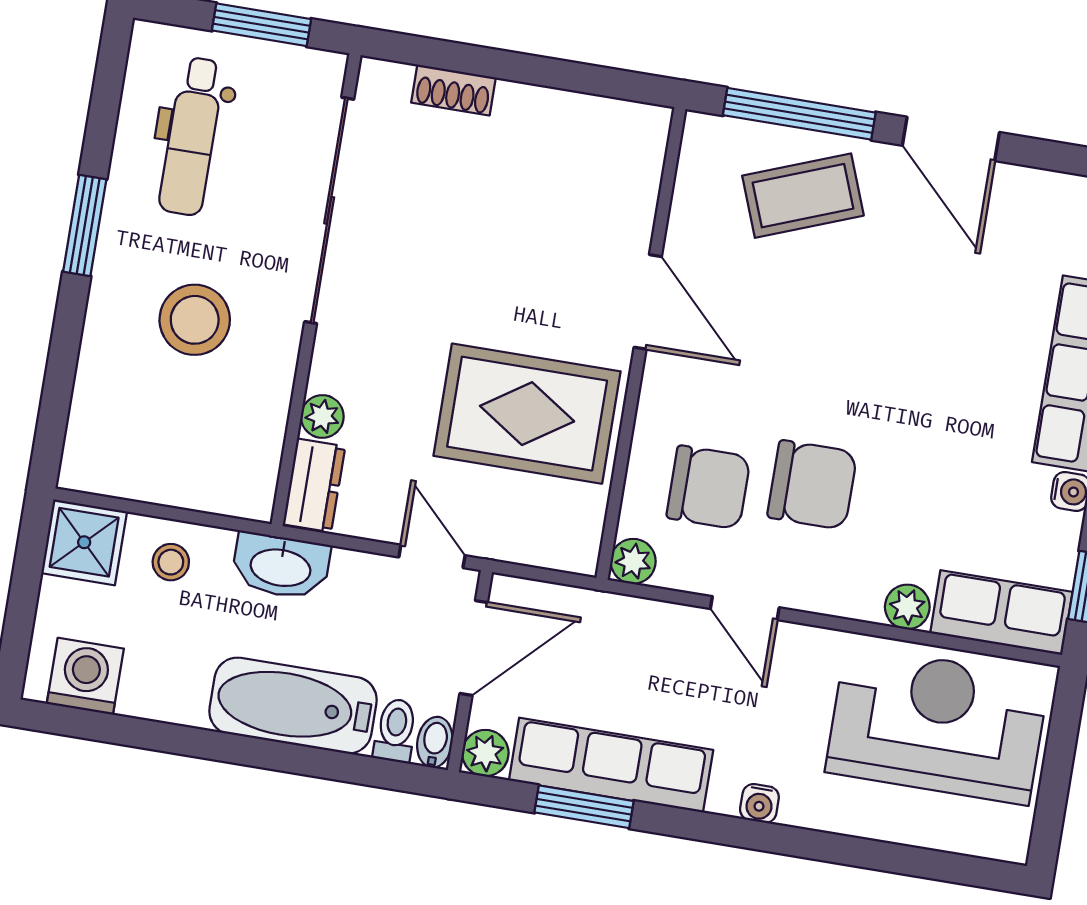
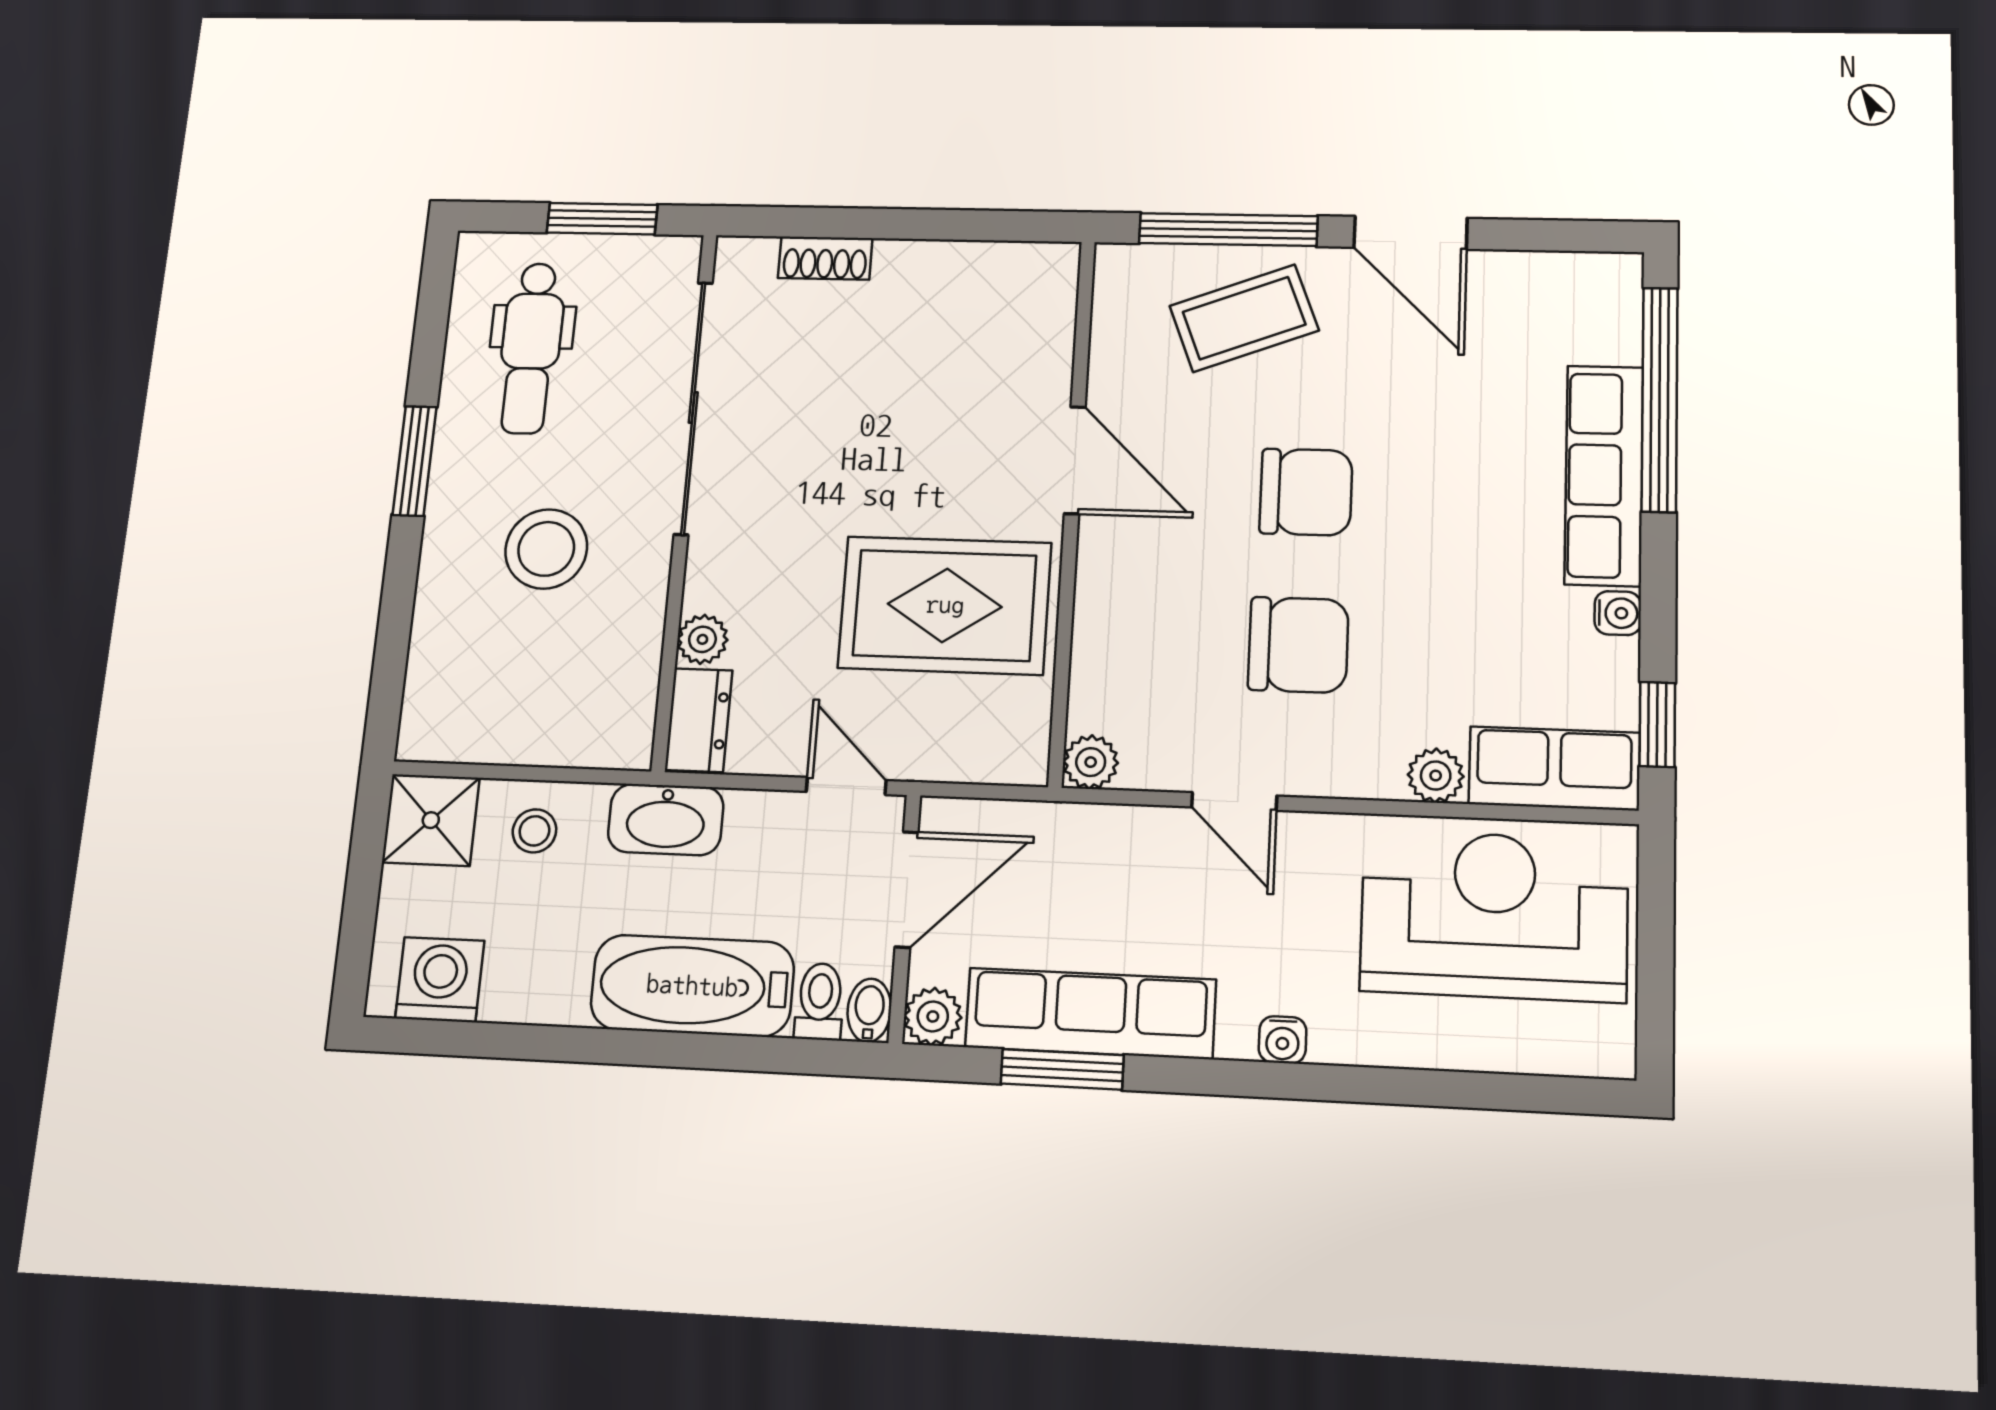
chair: (708, 487) -> (1306, 492), moved

